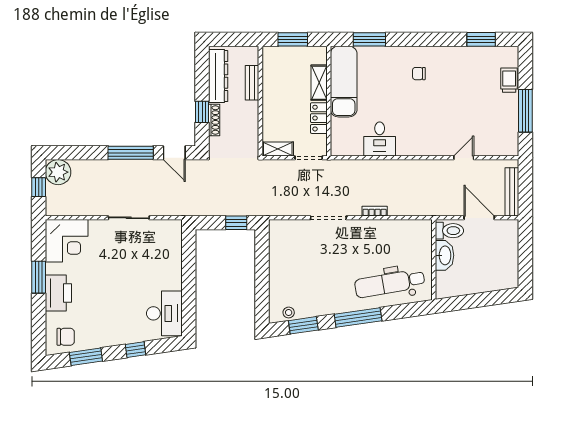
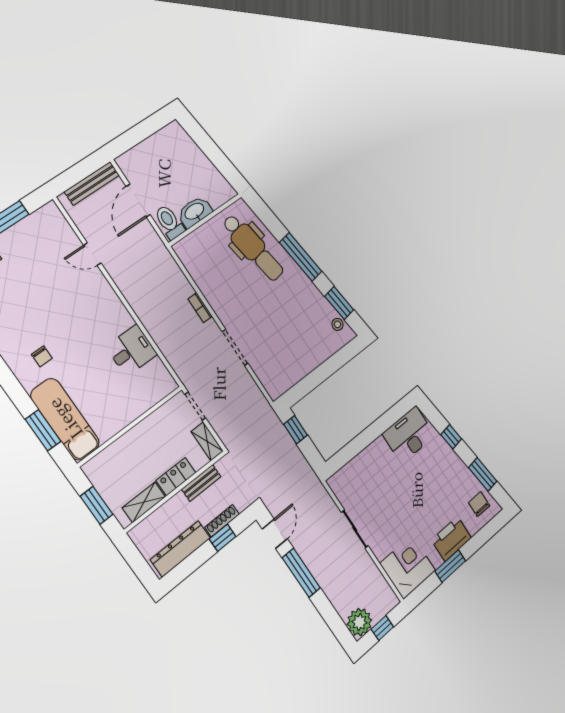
exam couch: (344, 82) -> (65, 419), moved, turned 90
bench: (252, 83) -> (201, 483), moved
shelving: (319, 83) -> (144, 502), moved
locker: (319, 118) -> (176, 477), moved, turned 180

